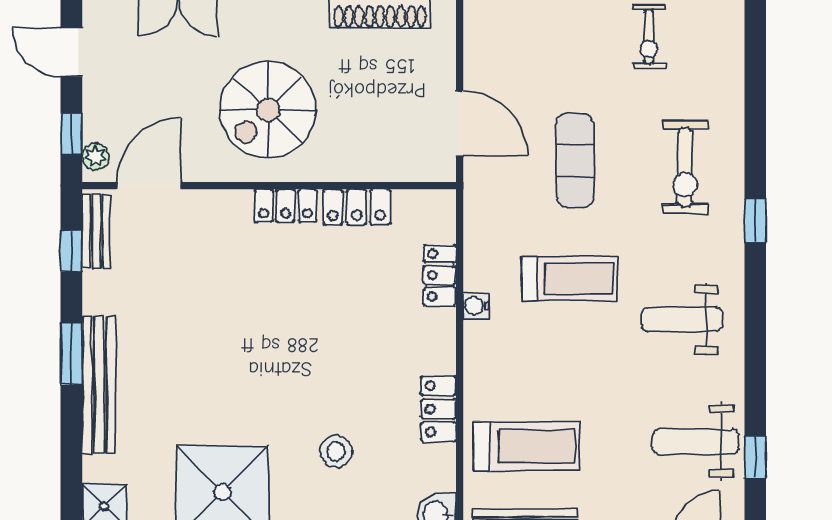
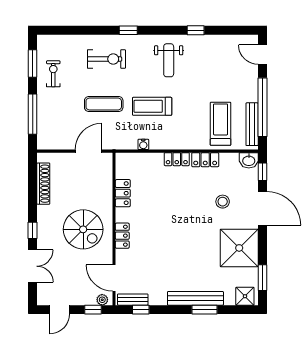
exercise bike: (649, 37) -> (53, 74), turned -90
locker: (286, 206) -> (122, 236), moved
locker: (440, 275) -> (177, 159), moved
treadmill: (569, 279) -> (152, 106), turned -90
water cooler: (476, 306) -> (143, 144), moved
window: (71, 354) -> (204, 310), moved
weight bench: (695, 441) -> (218, 55), removed
window: (755, 457) -> (196, 30), moved

